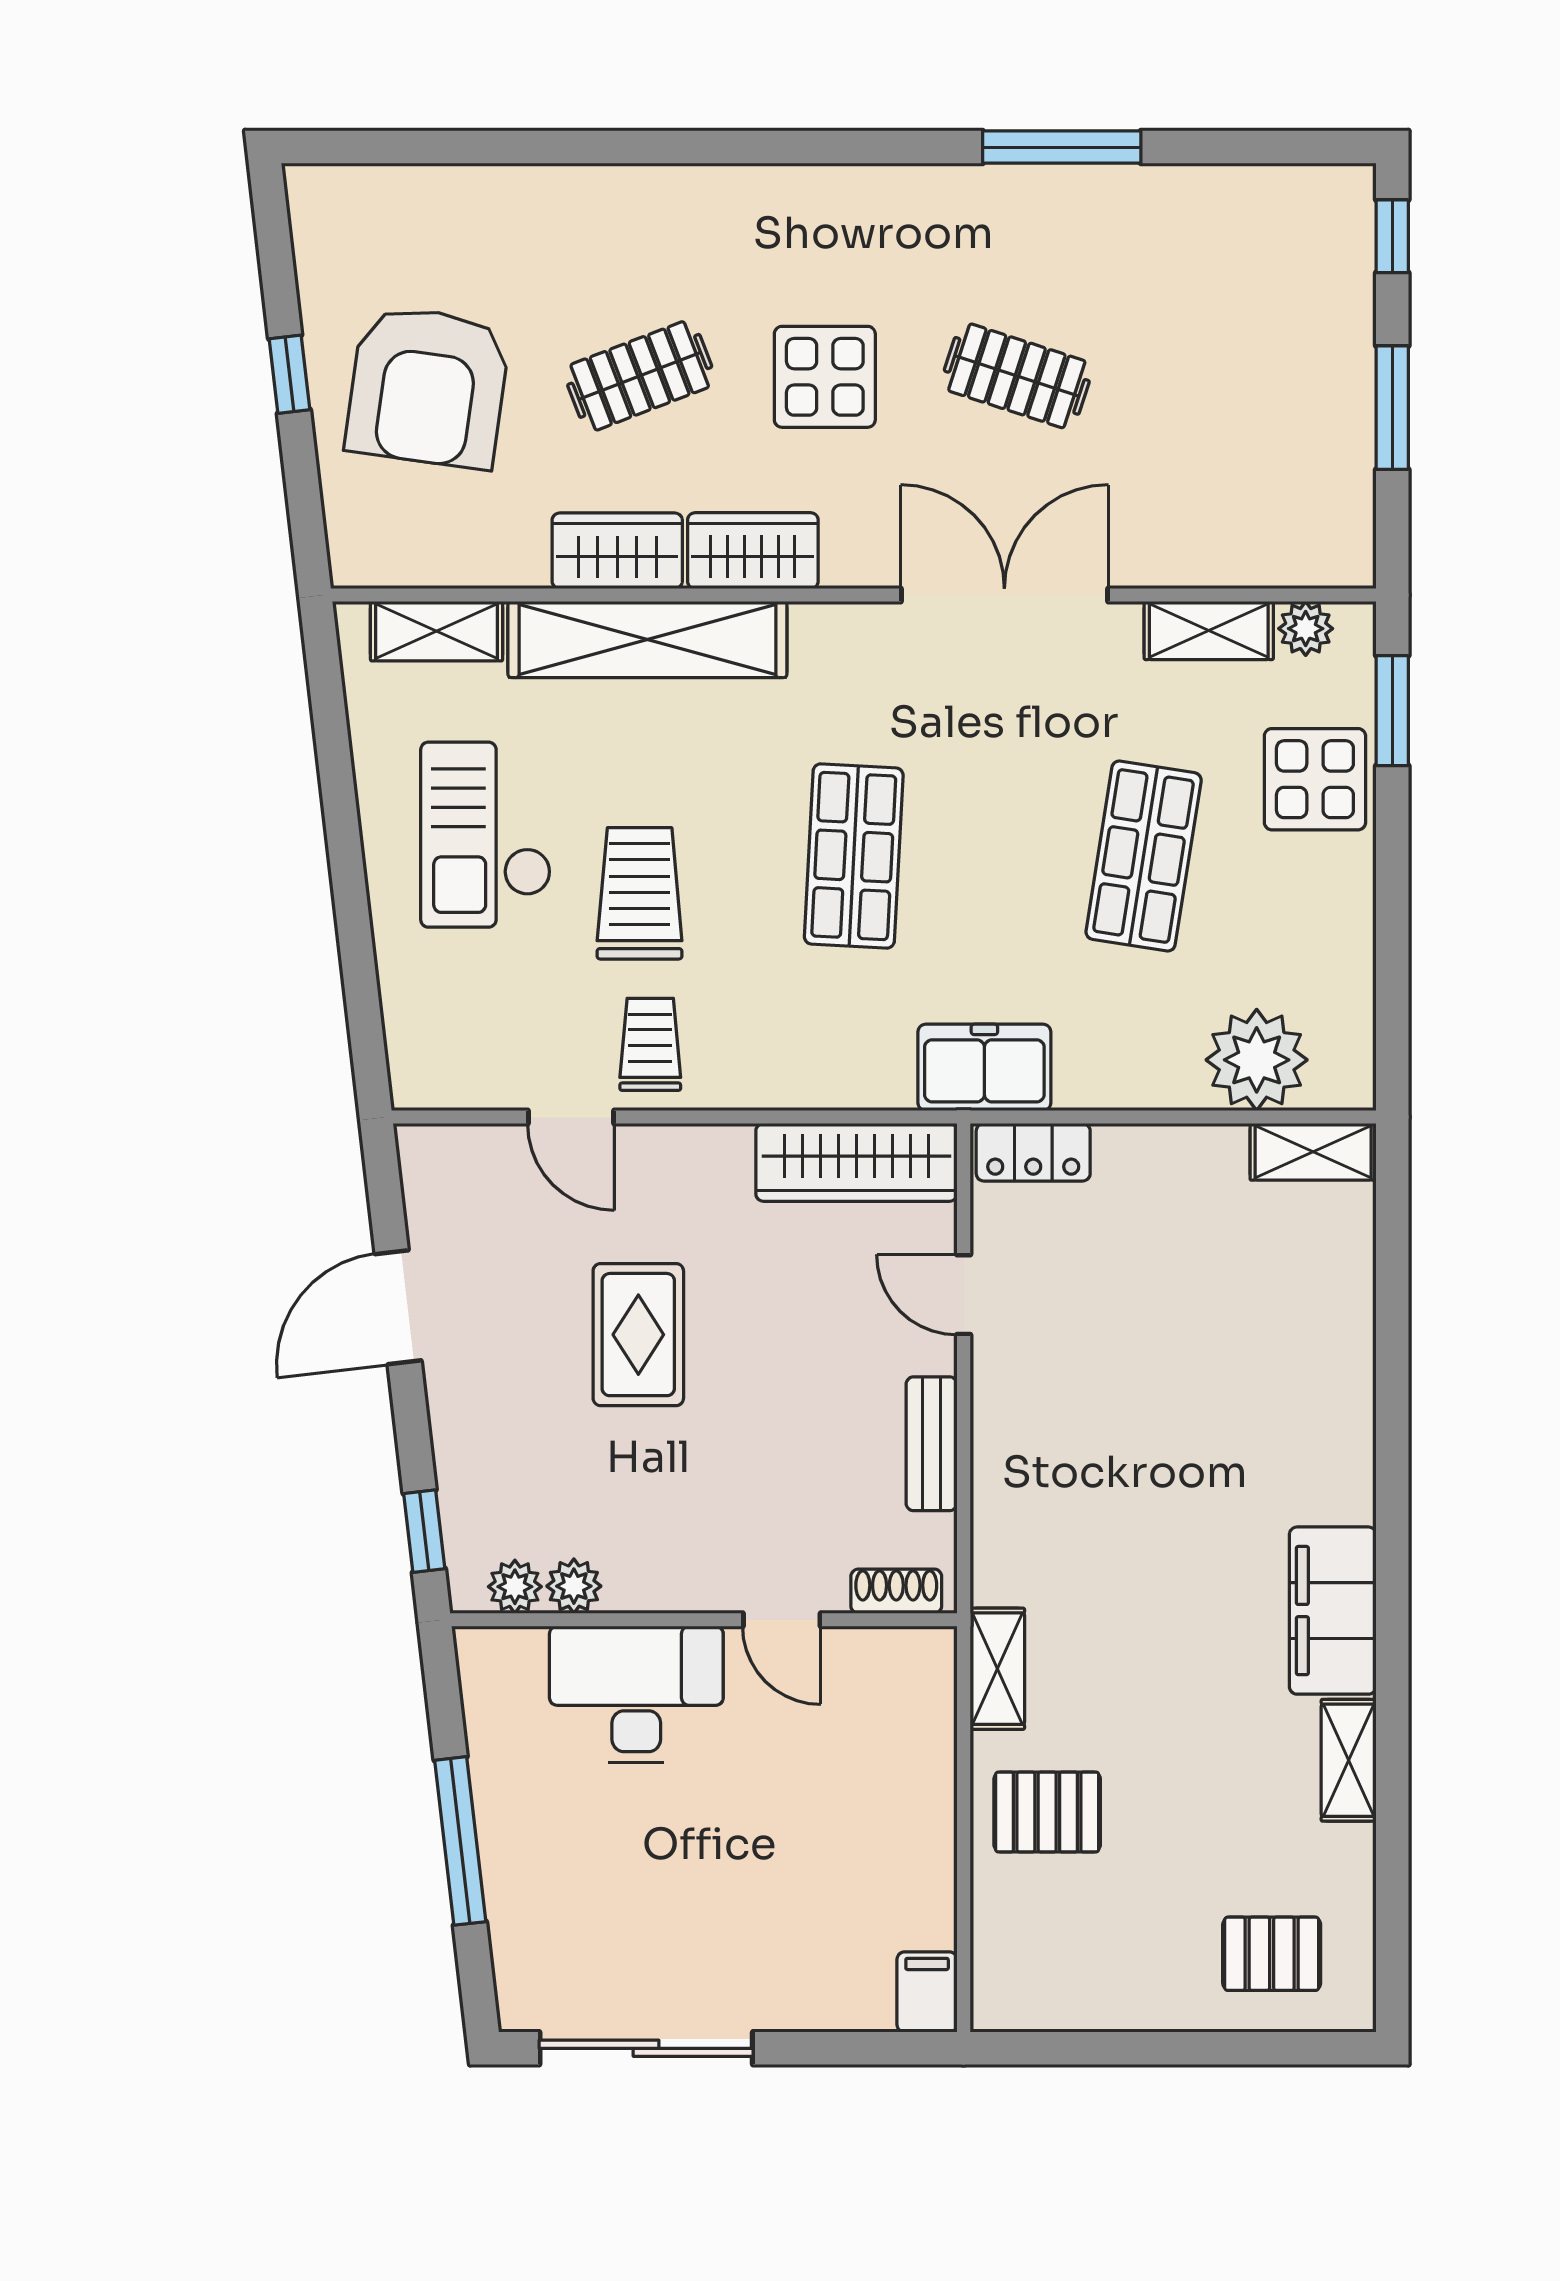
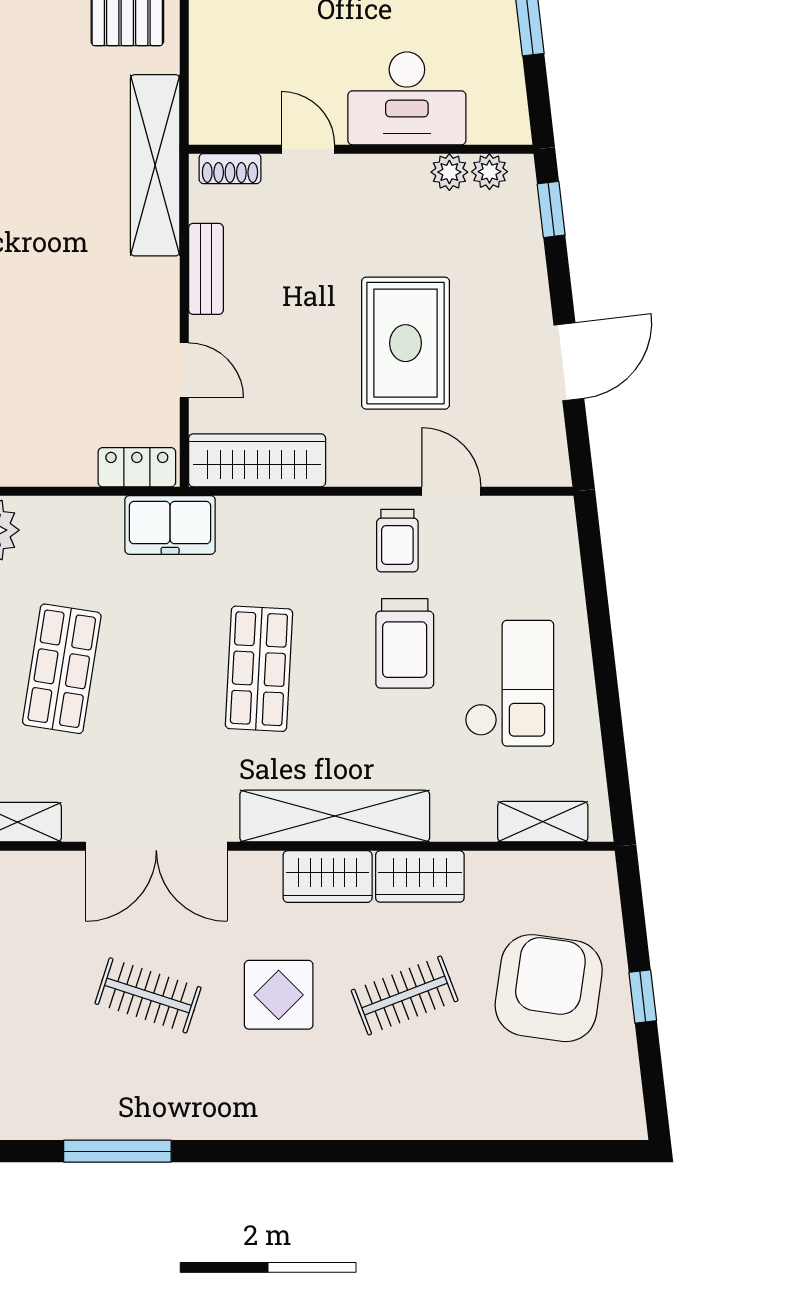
shelving: (647, 639) -> (335, 816), moved
rug: (638, 1335) -> (406, 343), width x1.36, depth x1.43
shelving: (997, 1669) -> (155, 165), width x2.20, depth x1.33

